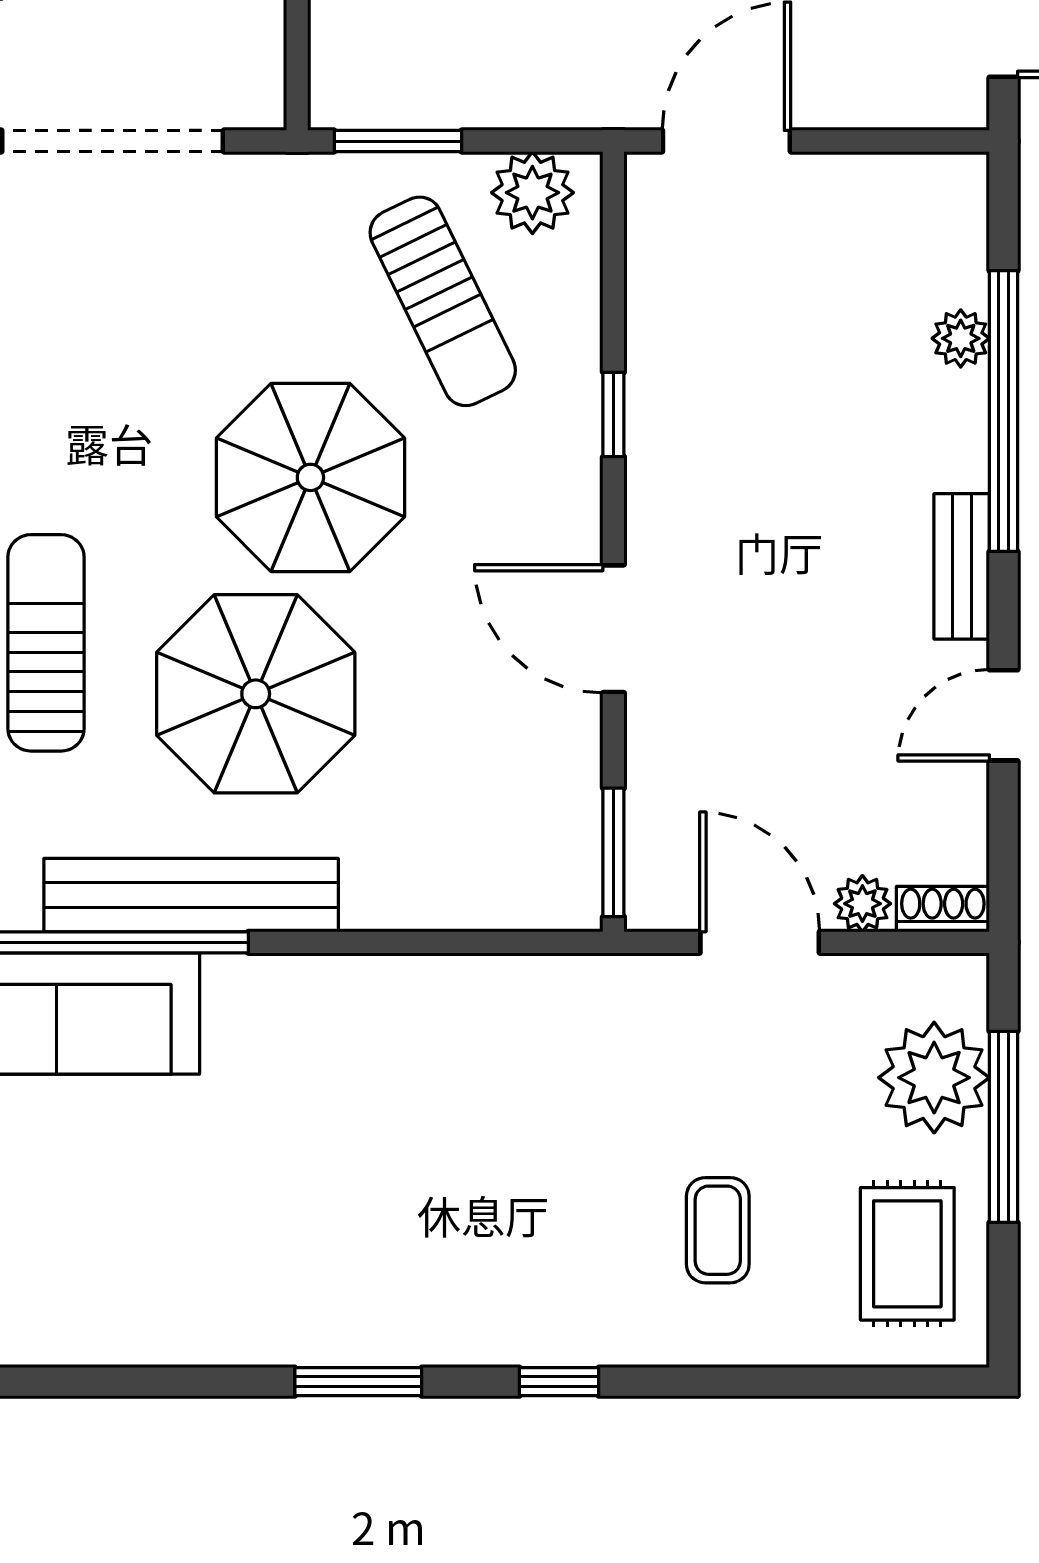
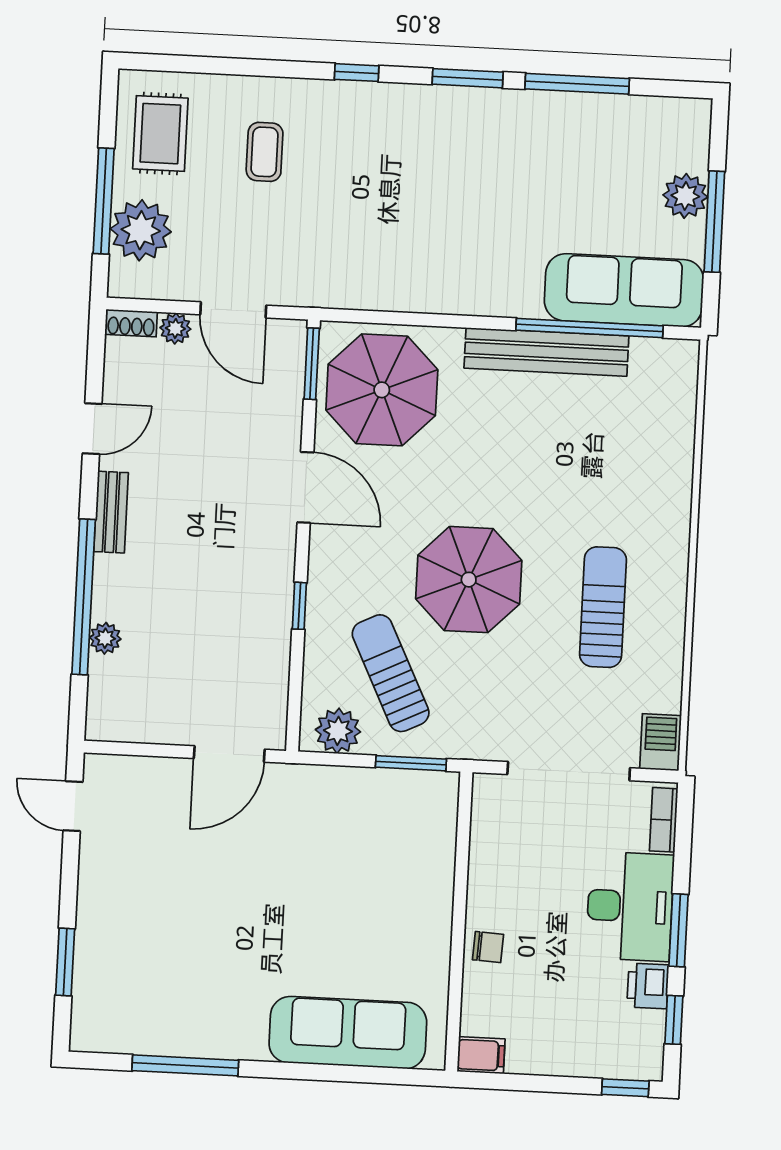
sun lounger: (46, 643) -> (603, 607), moved, turned 180
parasol: (256, 694) -> (382, 390), moved
window: (160, 1382) -> (577, 84), added

